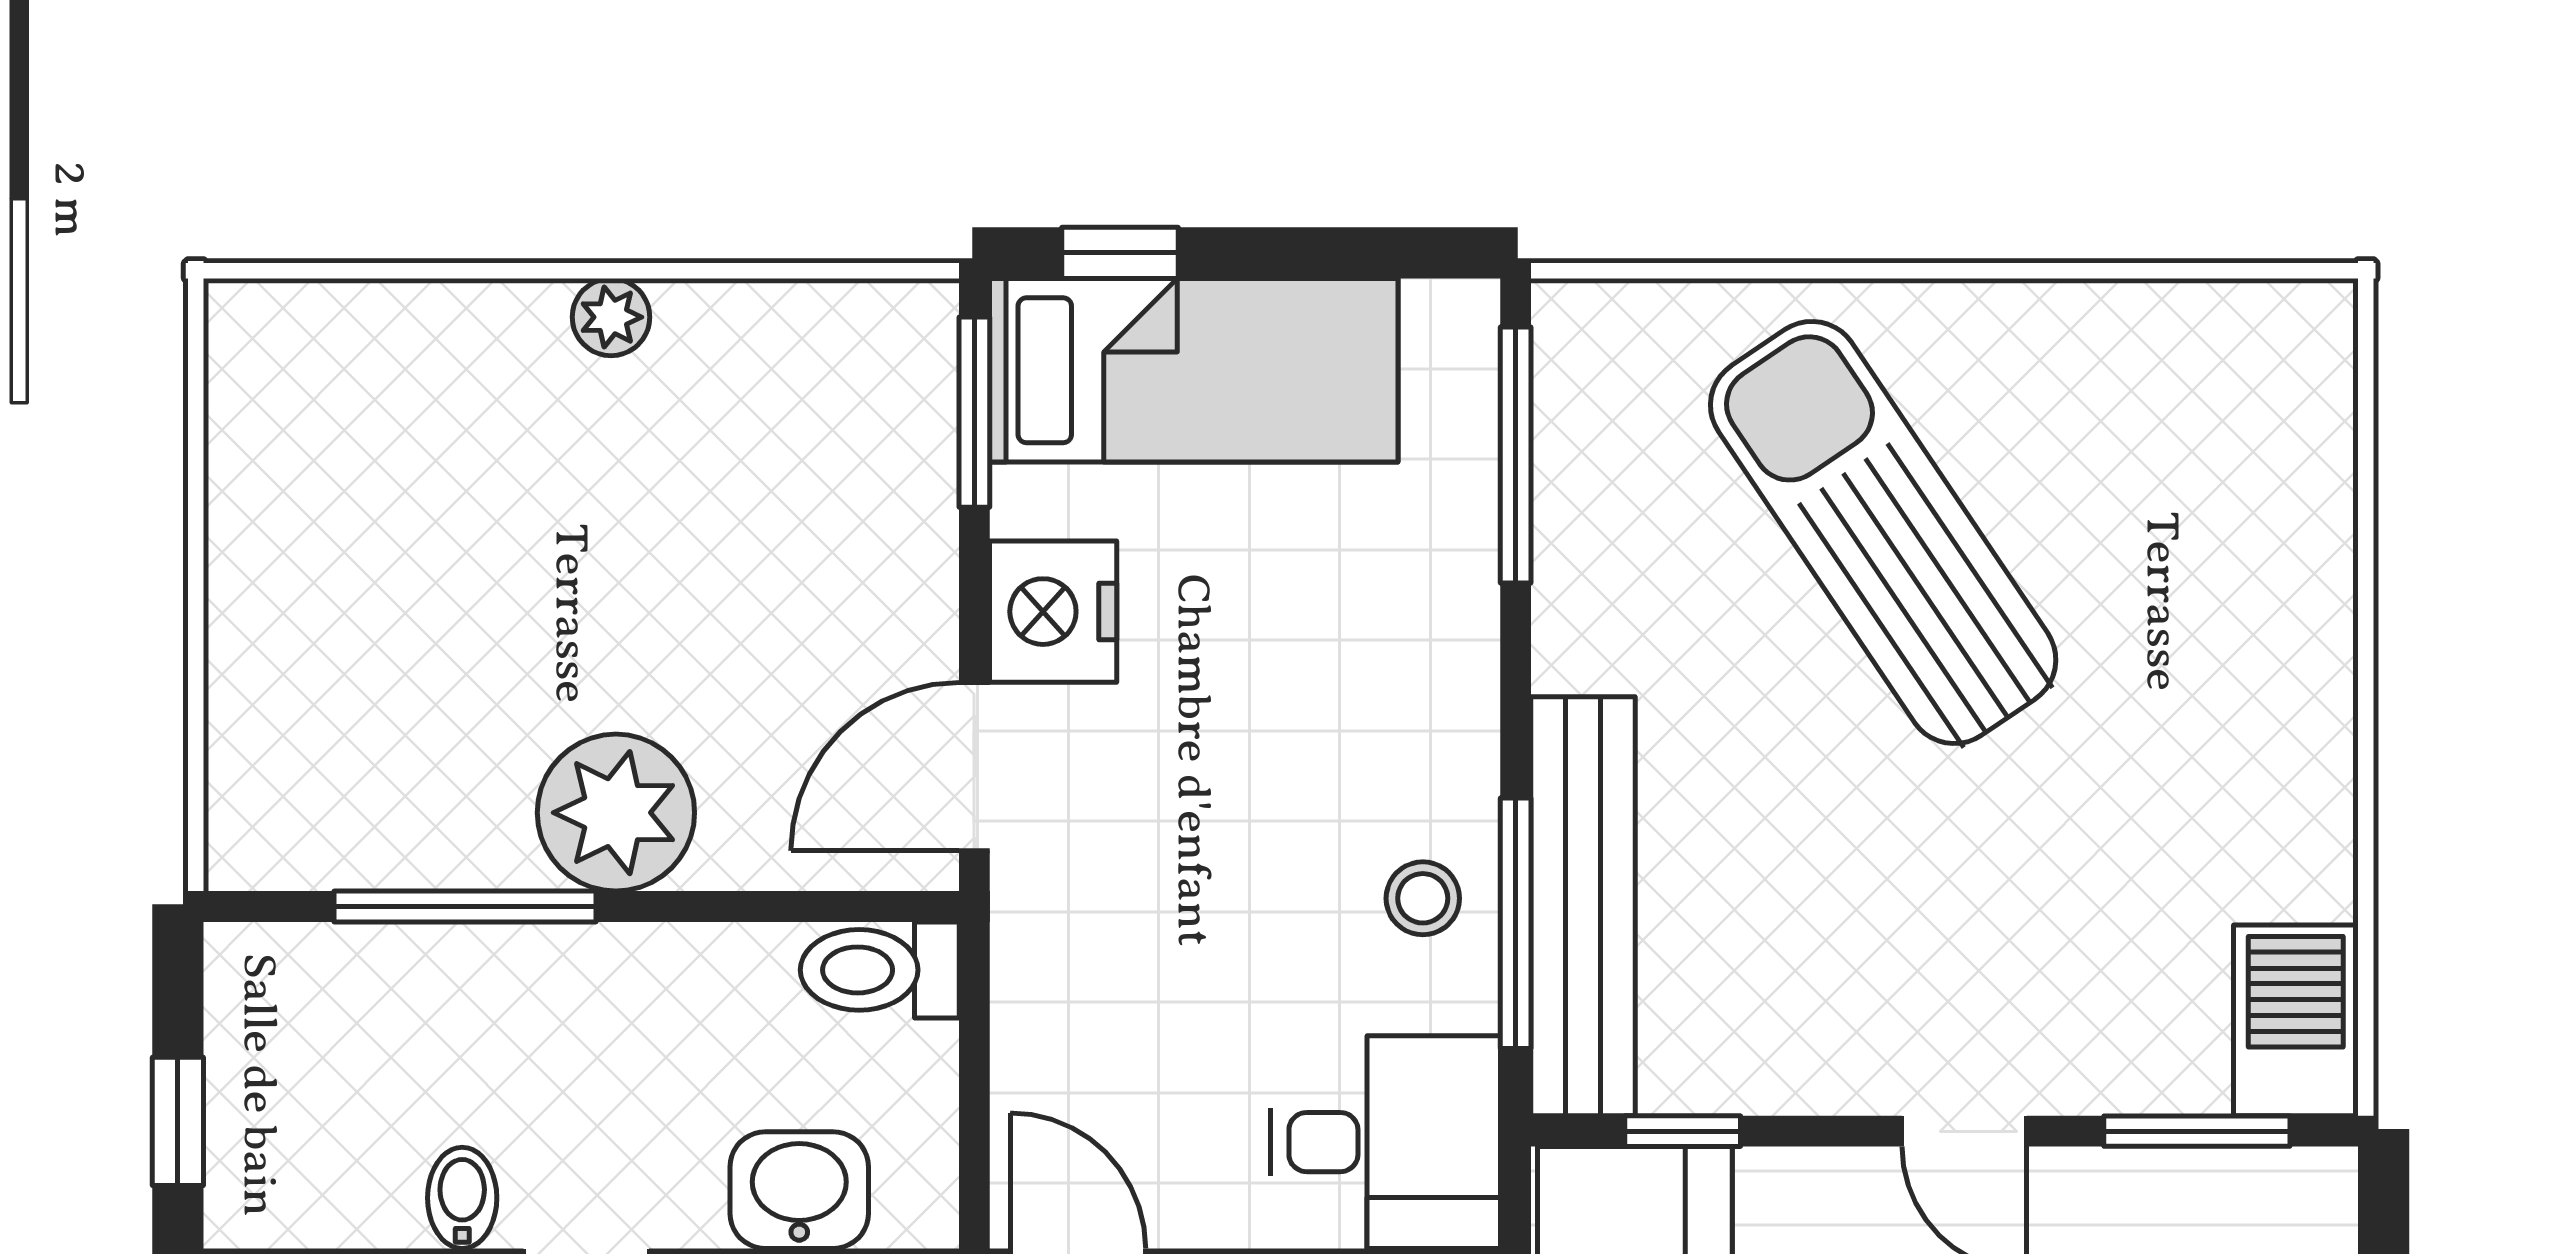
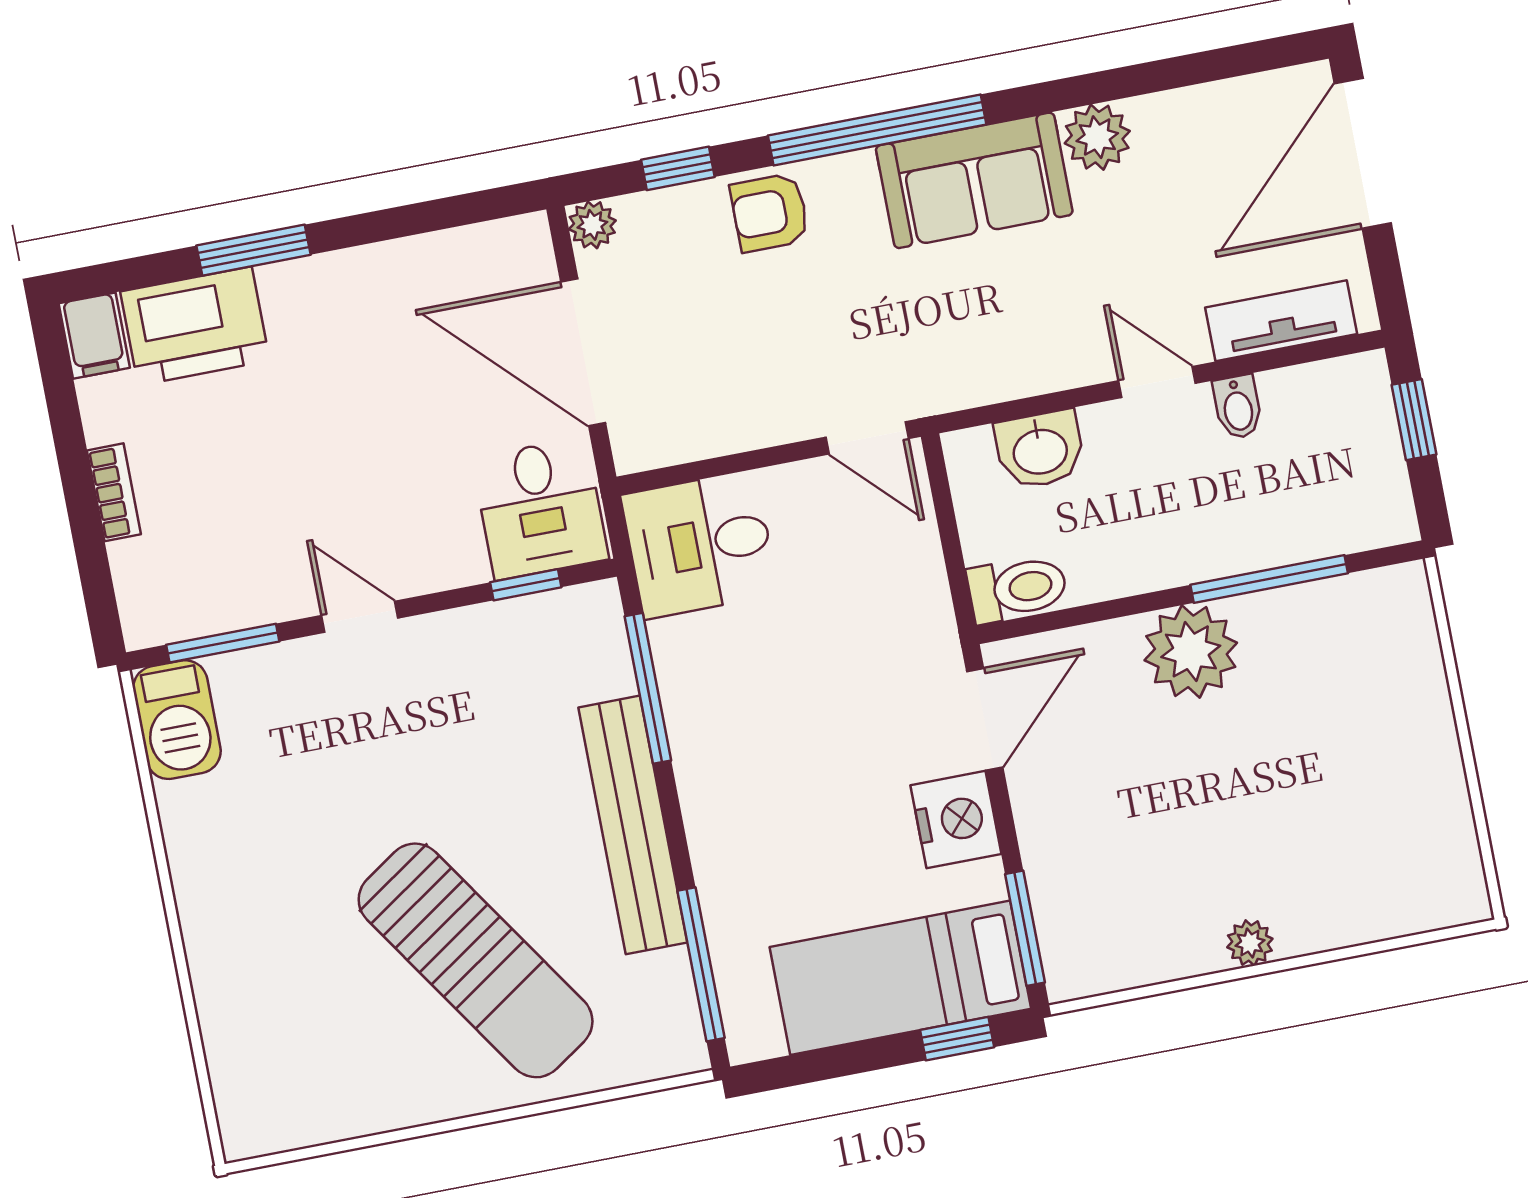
stool: (1423, 898) -> (705, 692), removed
bench: (1583, 906) -> (633, 825), moved

